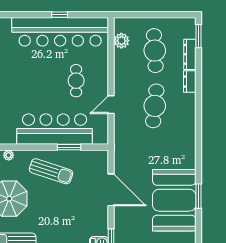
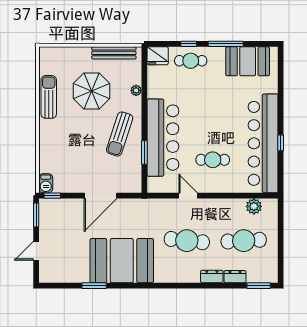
dresser: (190, 54) -> (235, 277), width x0.70
booth: (174, 200) -> (122, 261), moved

